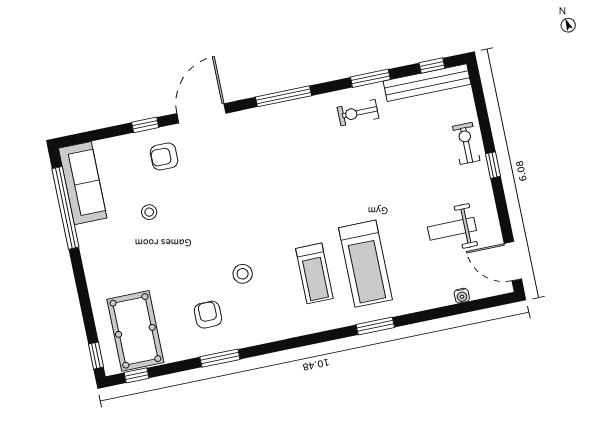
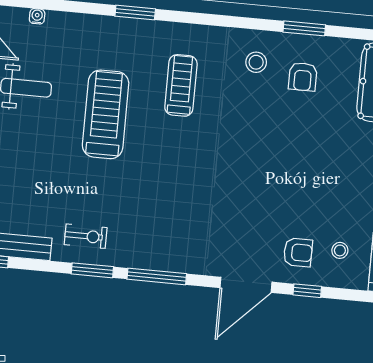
window: (370, 78) -> (92, 270), moved
stool: (149, 212) -> (340, 250), moved
treadmill: (365, 264) -> (106, 114), moved
stool: (243, 274) -> (256, 62), moved

